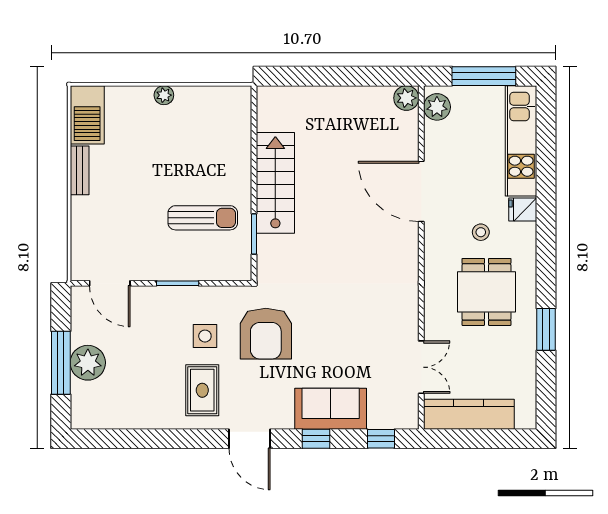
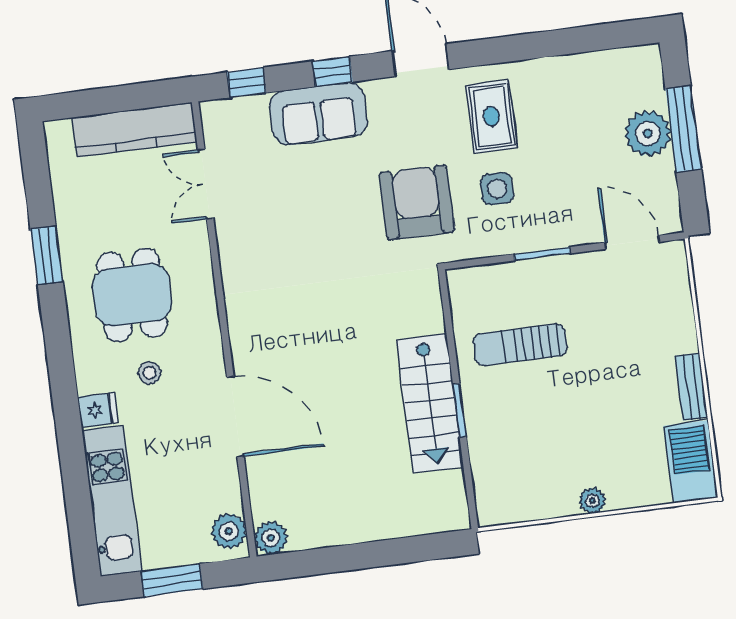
window: (484, 76) -> (172, 580), width x0.69
window: (254, 234) -> (460, 411), moved

